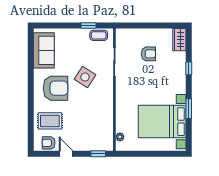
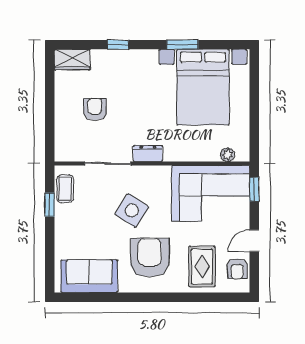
dresser: (121, 87) -> (148, 154), added
corner sofa: (96, 126) -> (211, 193), added

